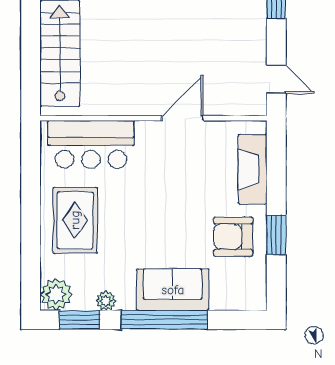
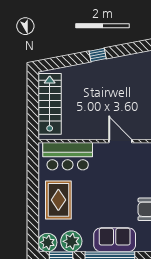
door: (183, 118) -> (120, 141), hinge flipped
plant: (106, 301) -> (71, 241), width x1.88, depth x1.88

